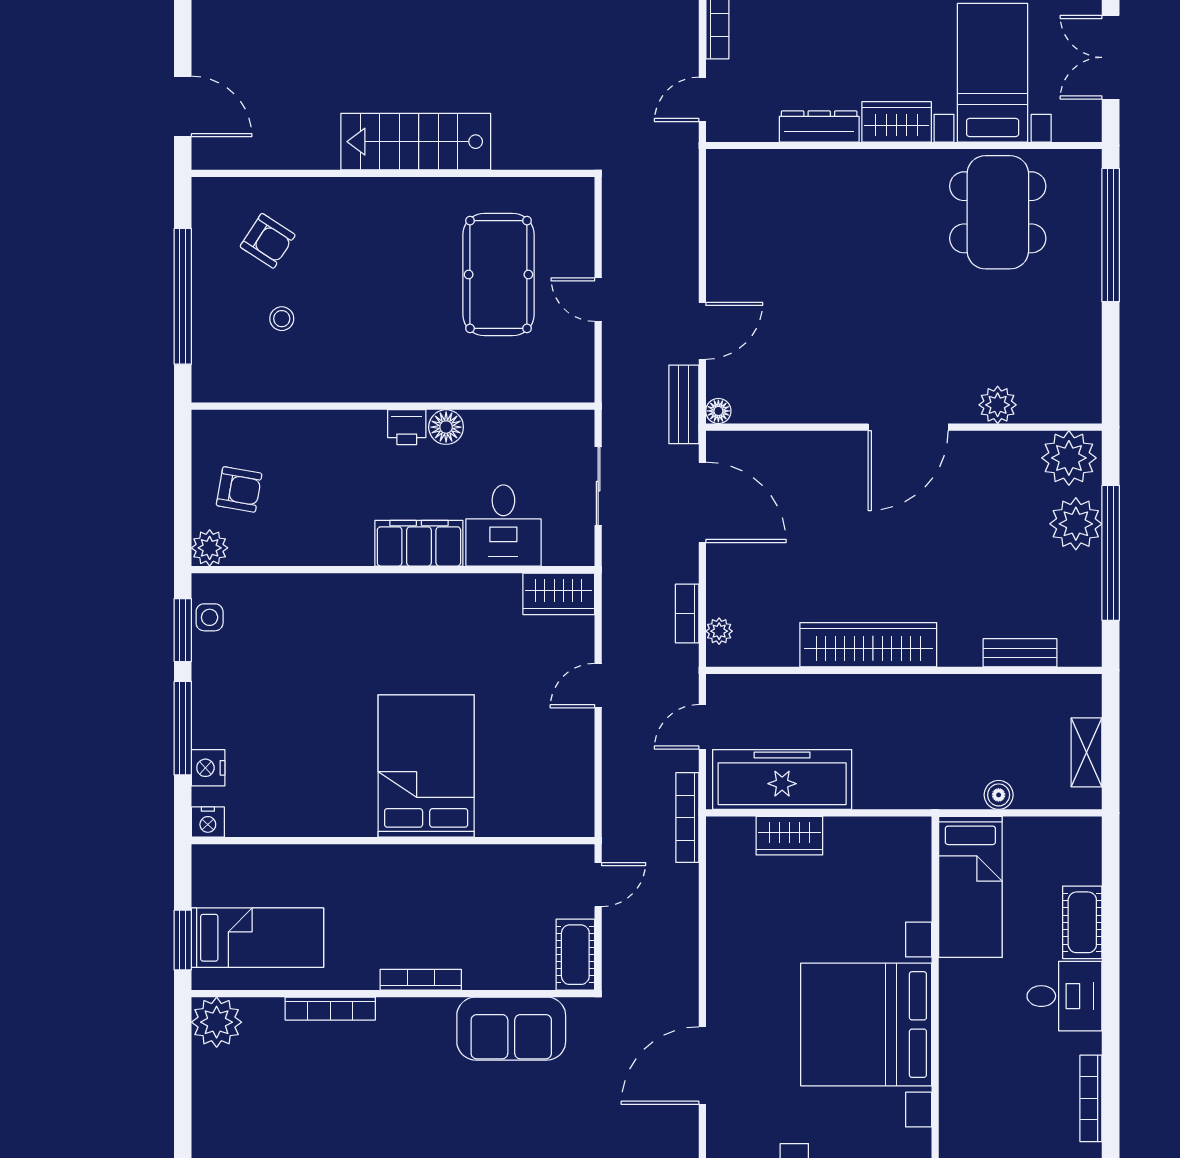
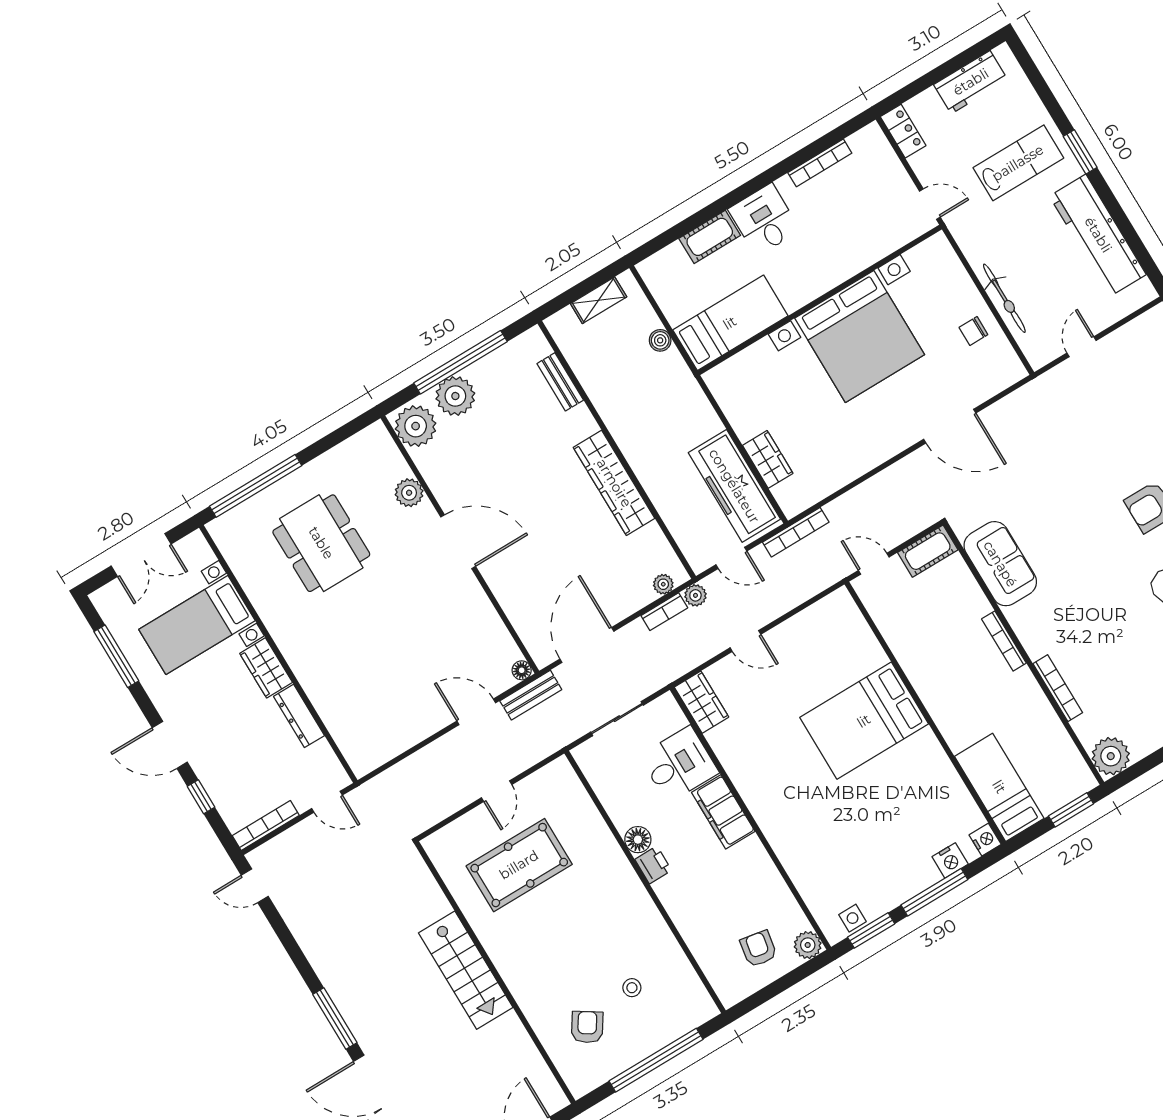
dining table: (998, 212) -> (321, 543), moved, turned 90
plant: (684, 660) -> (695, 595), added
bed: (257, 938) -> (999, 787), moved

